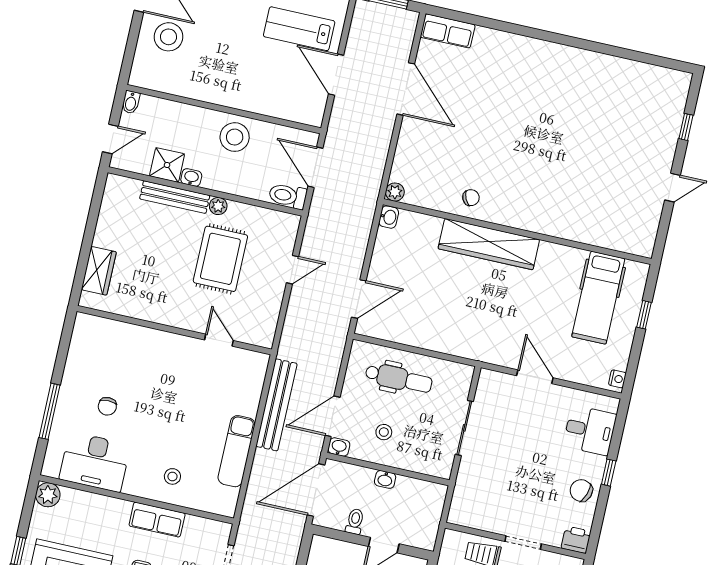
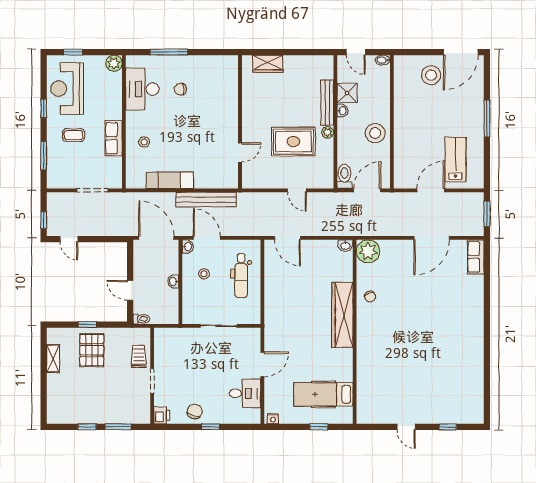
plant: (395, 192) -> (368, 251), width x1.88, depth x1.88
desk: (590, 430) -> (245, 393), moved, turned -90
toilet: (355, 521) -> (141, 319), moved

